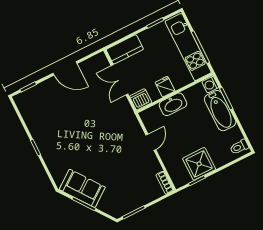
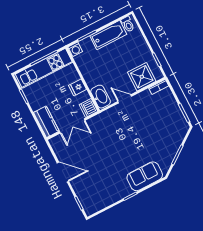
door: (65, 68) -> (63, 172), hinge flipped
washbasin: (173, 104) -> (101, 97), moved
bathtub: (220, 111) -> (108, 35), moved
shower: (199, 164) -> (142, 77), moved
sofa: (82, 188) -> (145, 176), moved, turned 36

